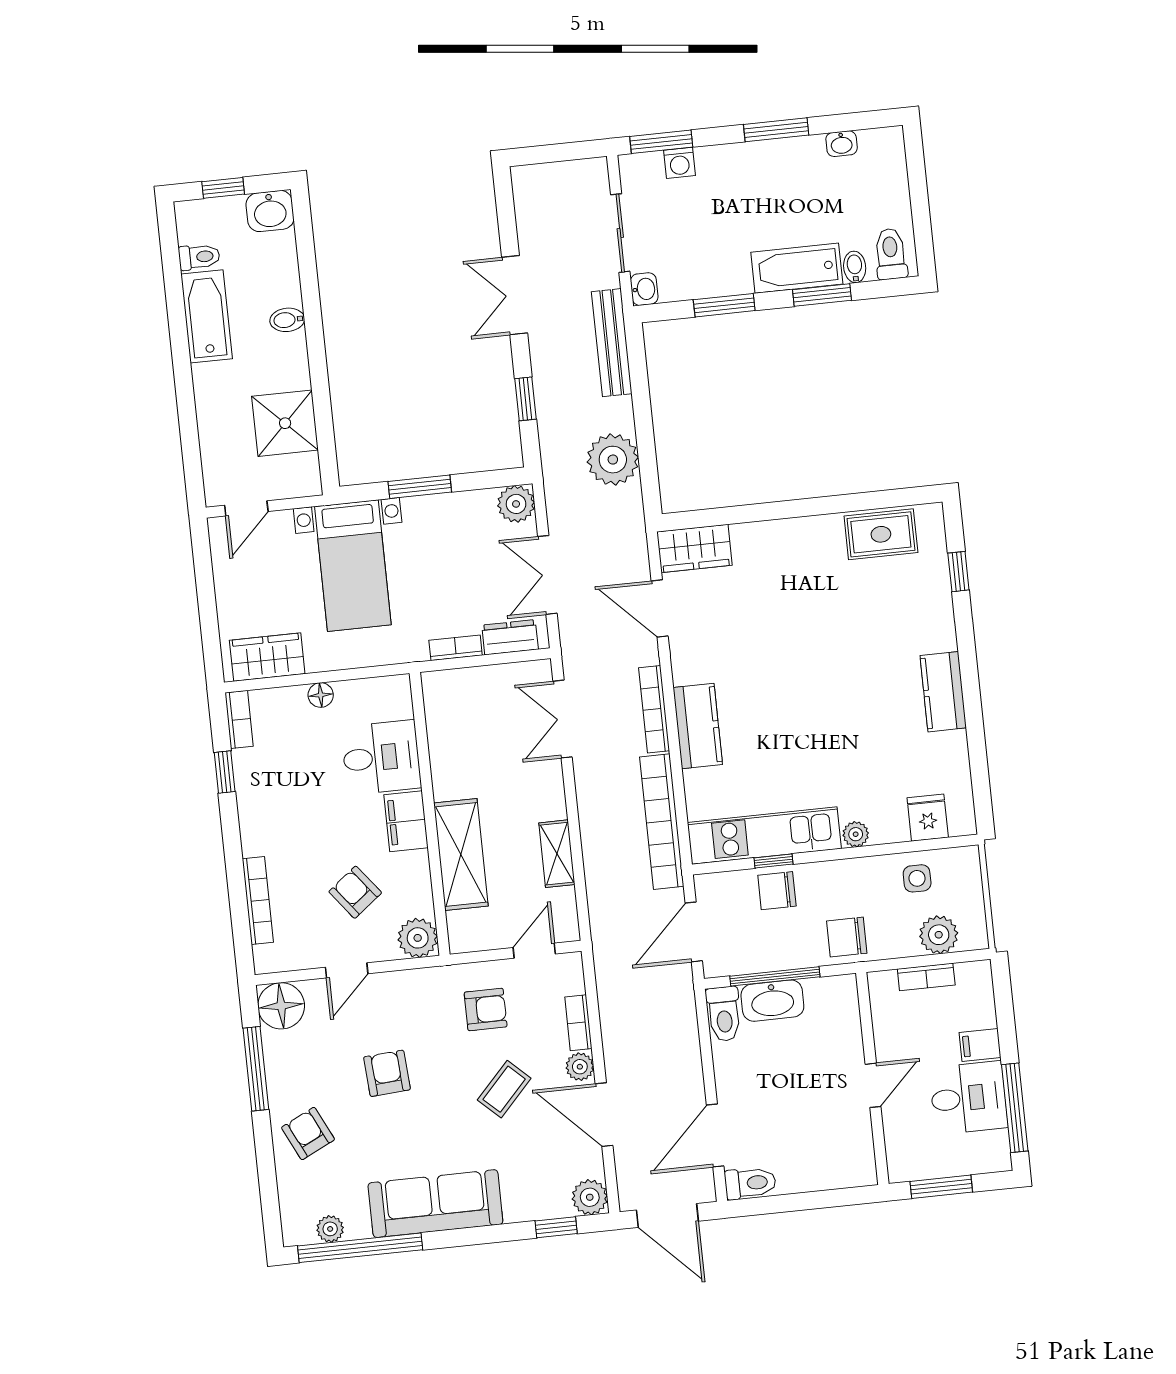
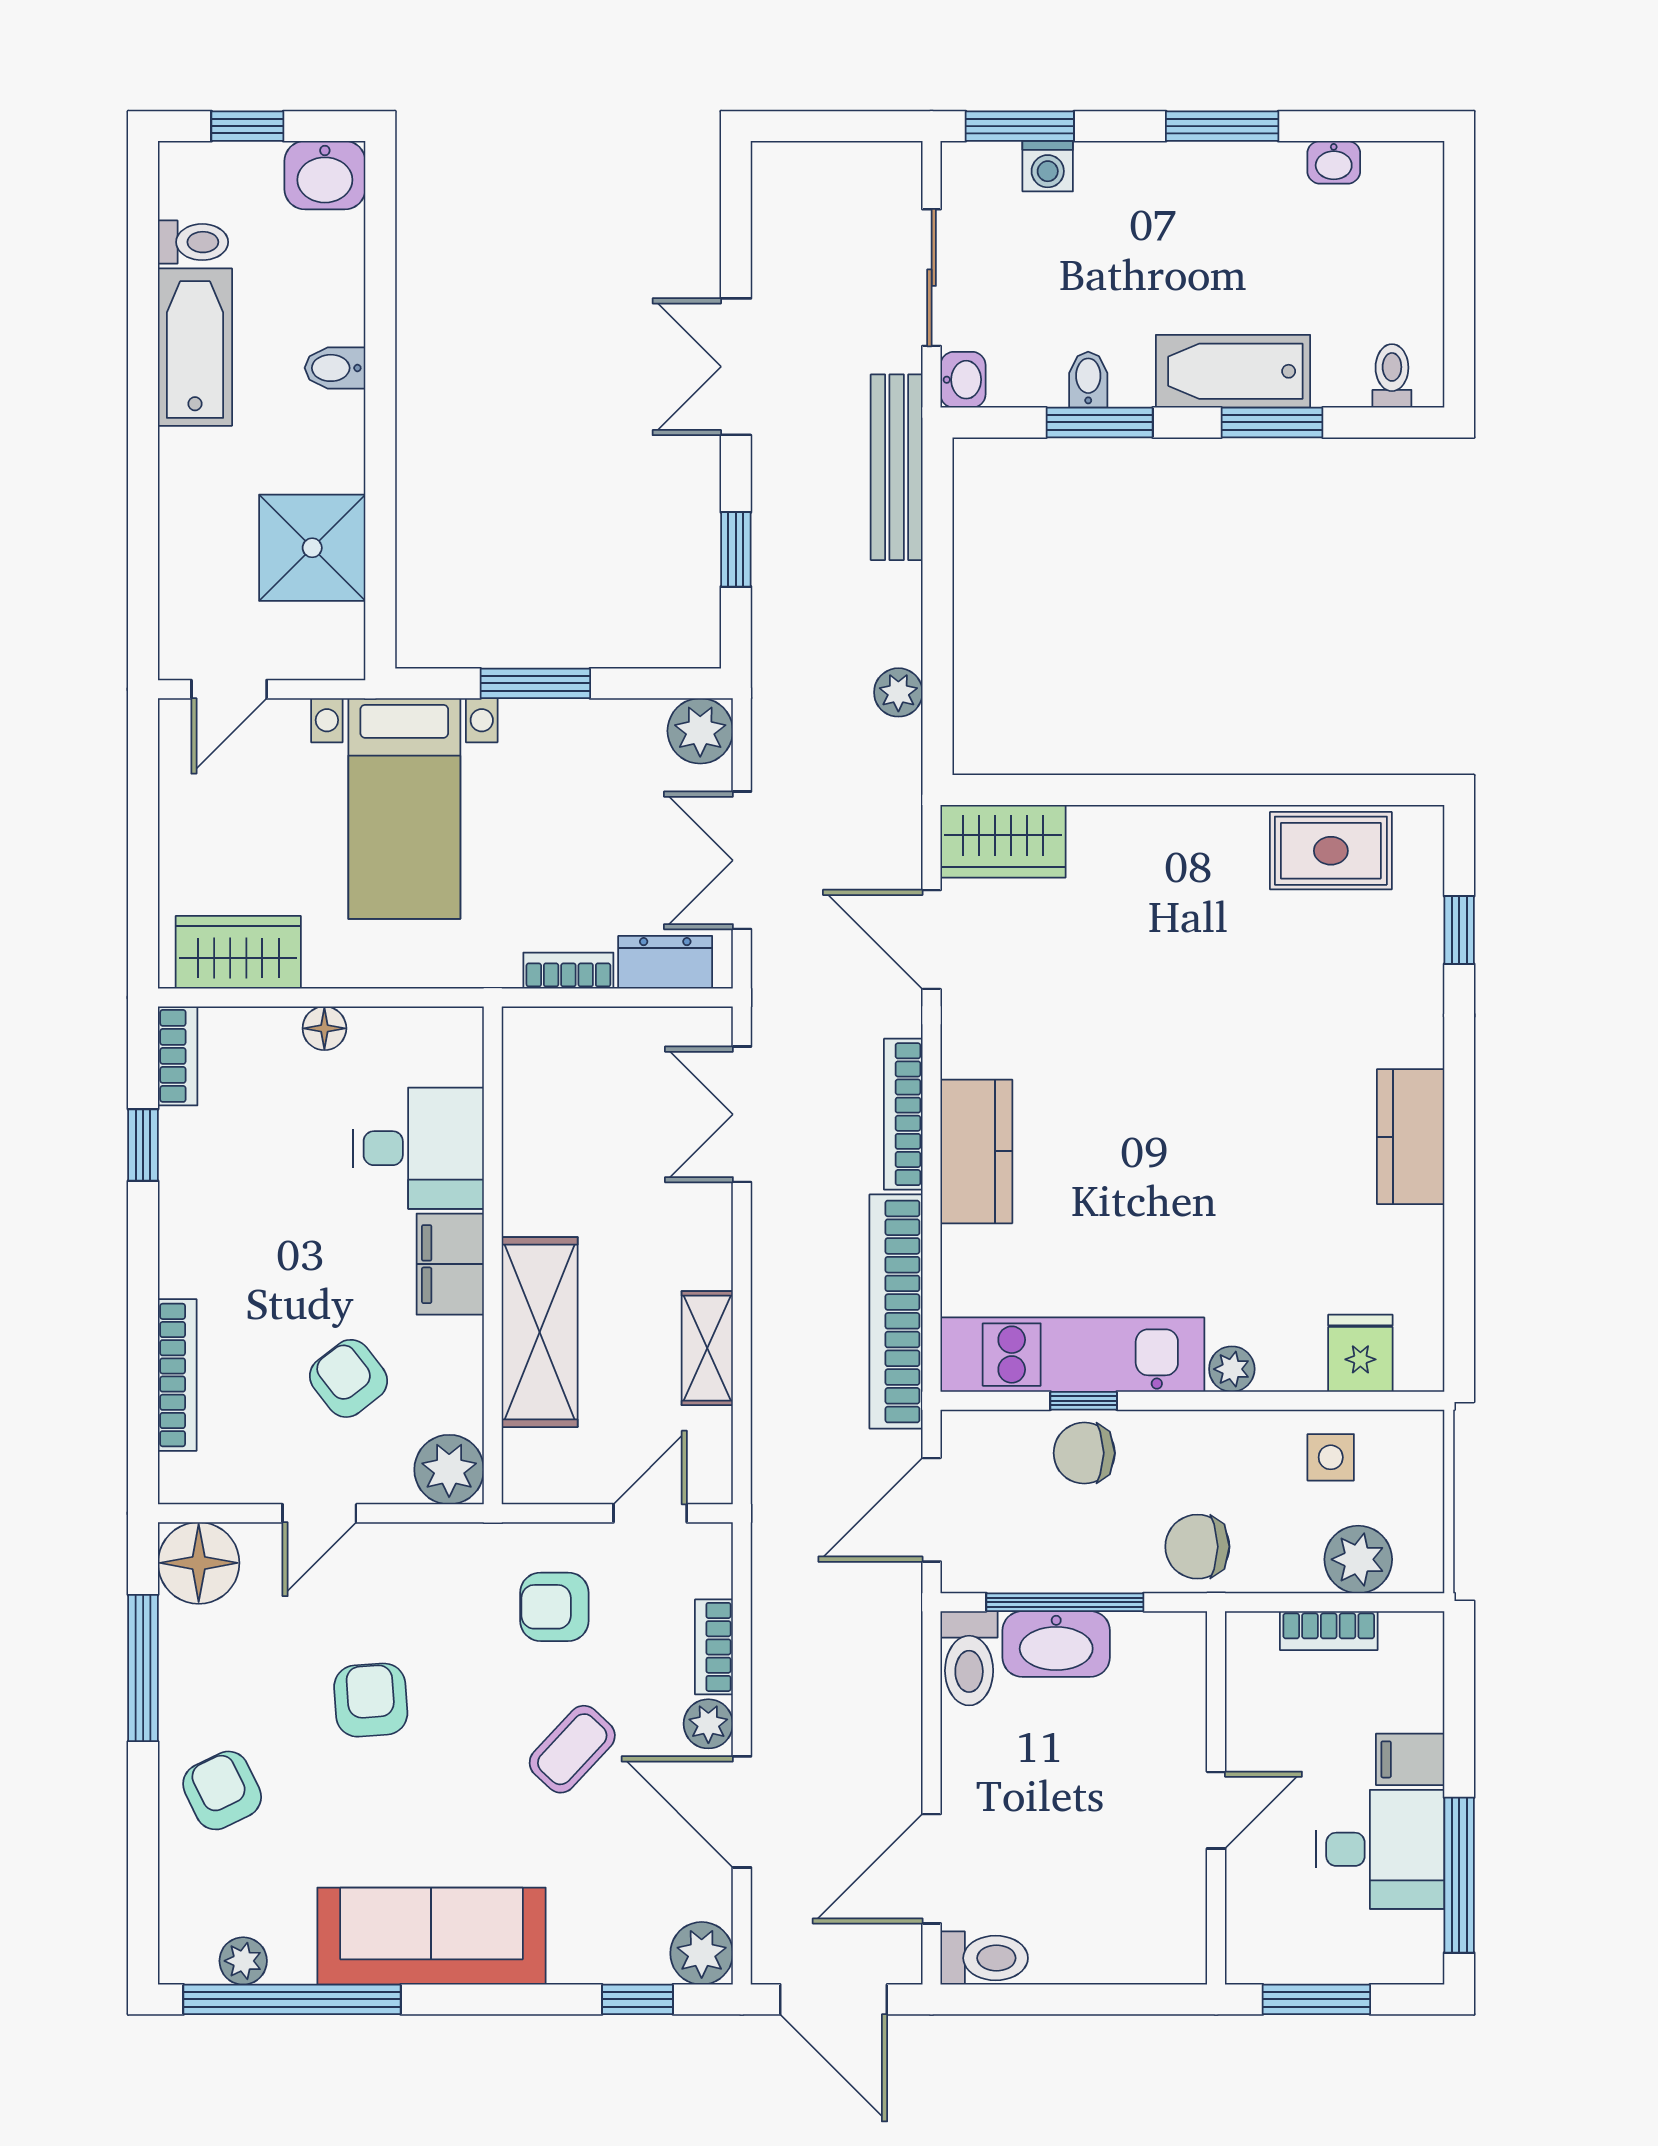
toilet: (891, 254) -> (1392, 376), width x0.73, depth x0.72
bidet: (855, 267) -> (1088, 380), moved
plant: (613, 460) -> (898, 692), width x0.53, depth x0.53
armchair: (486, 1009) -> (554, 1607), turned 180

